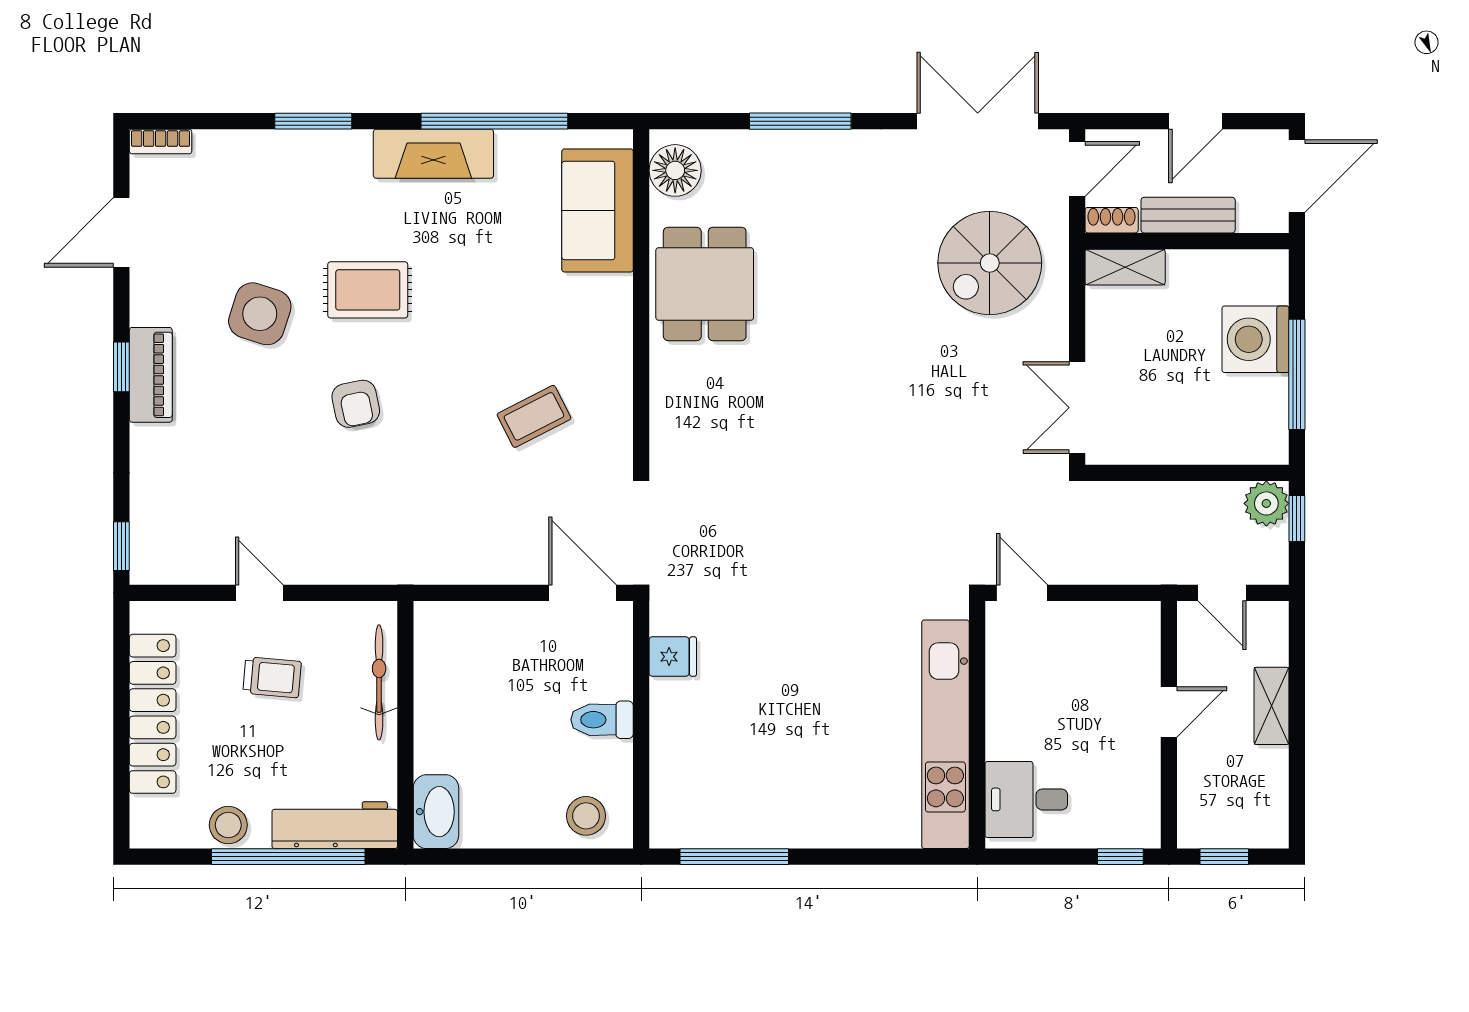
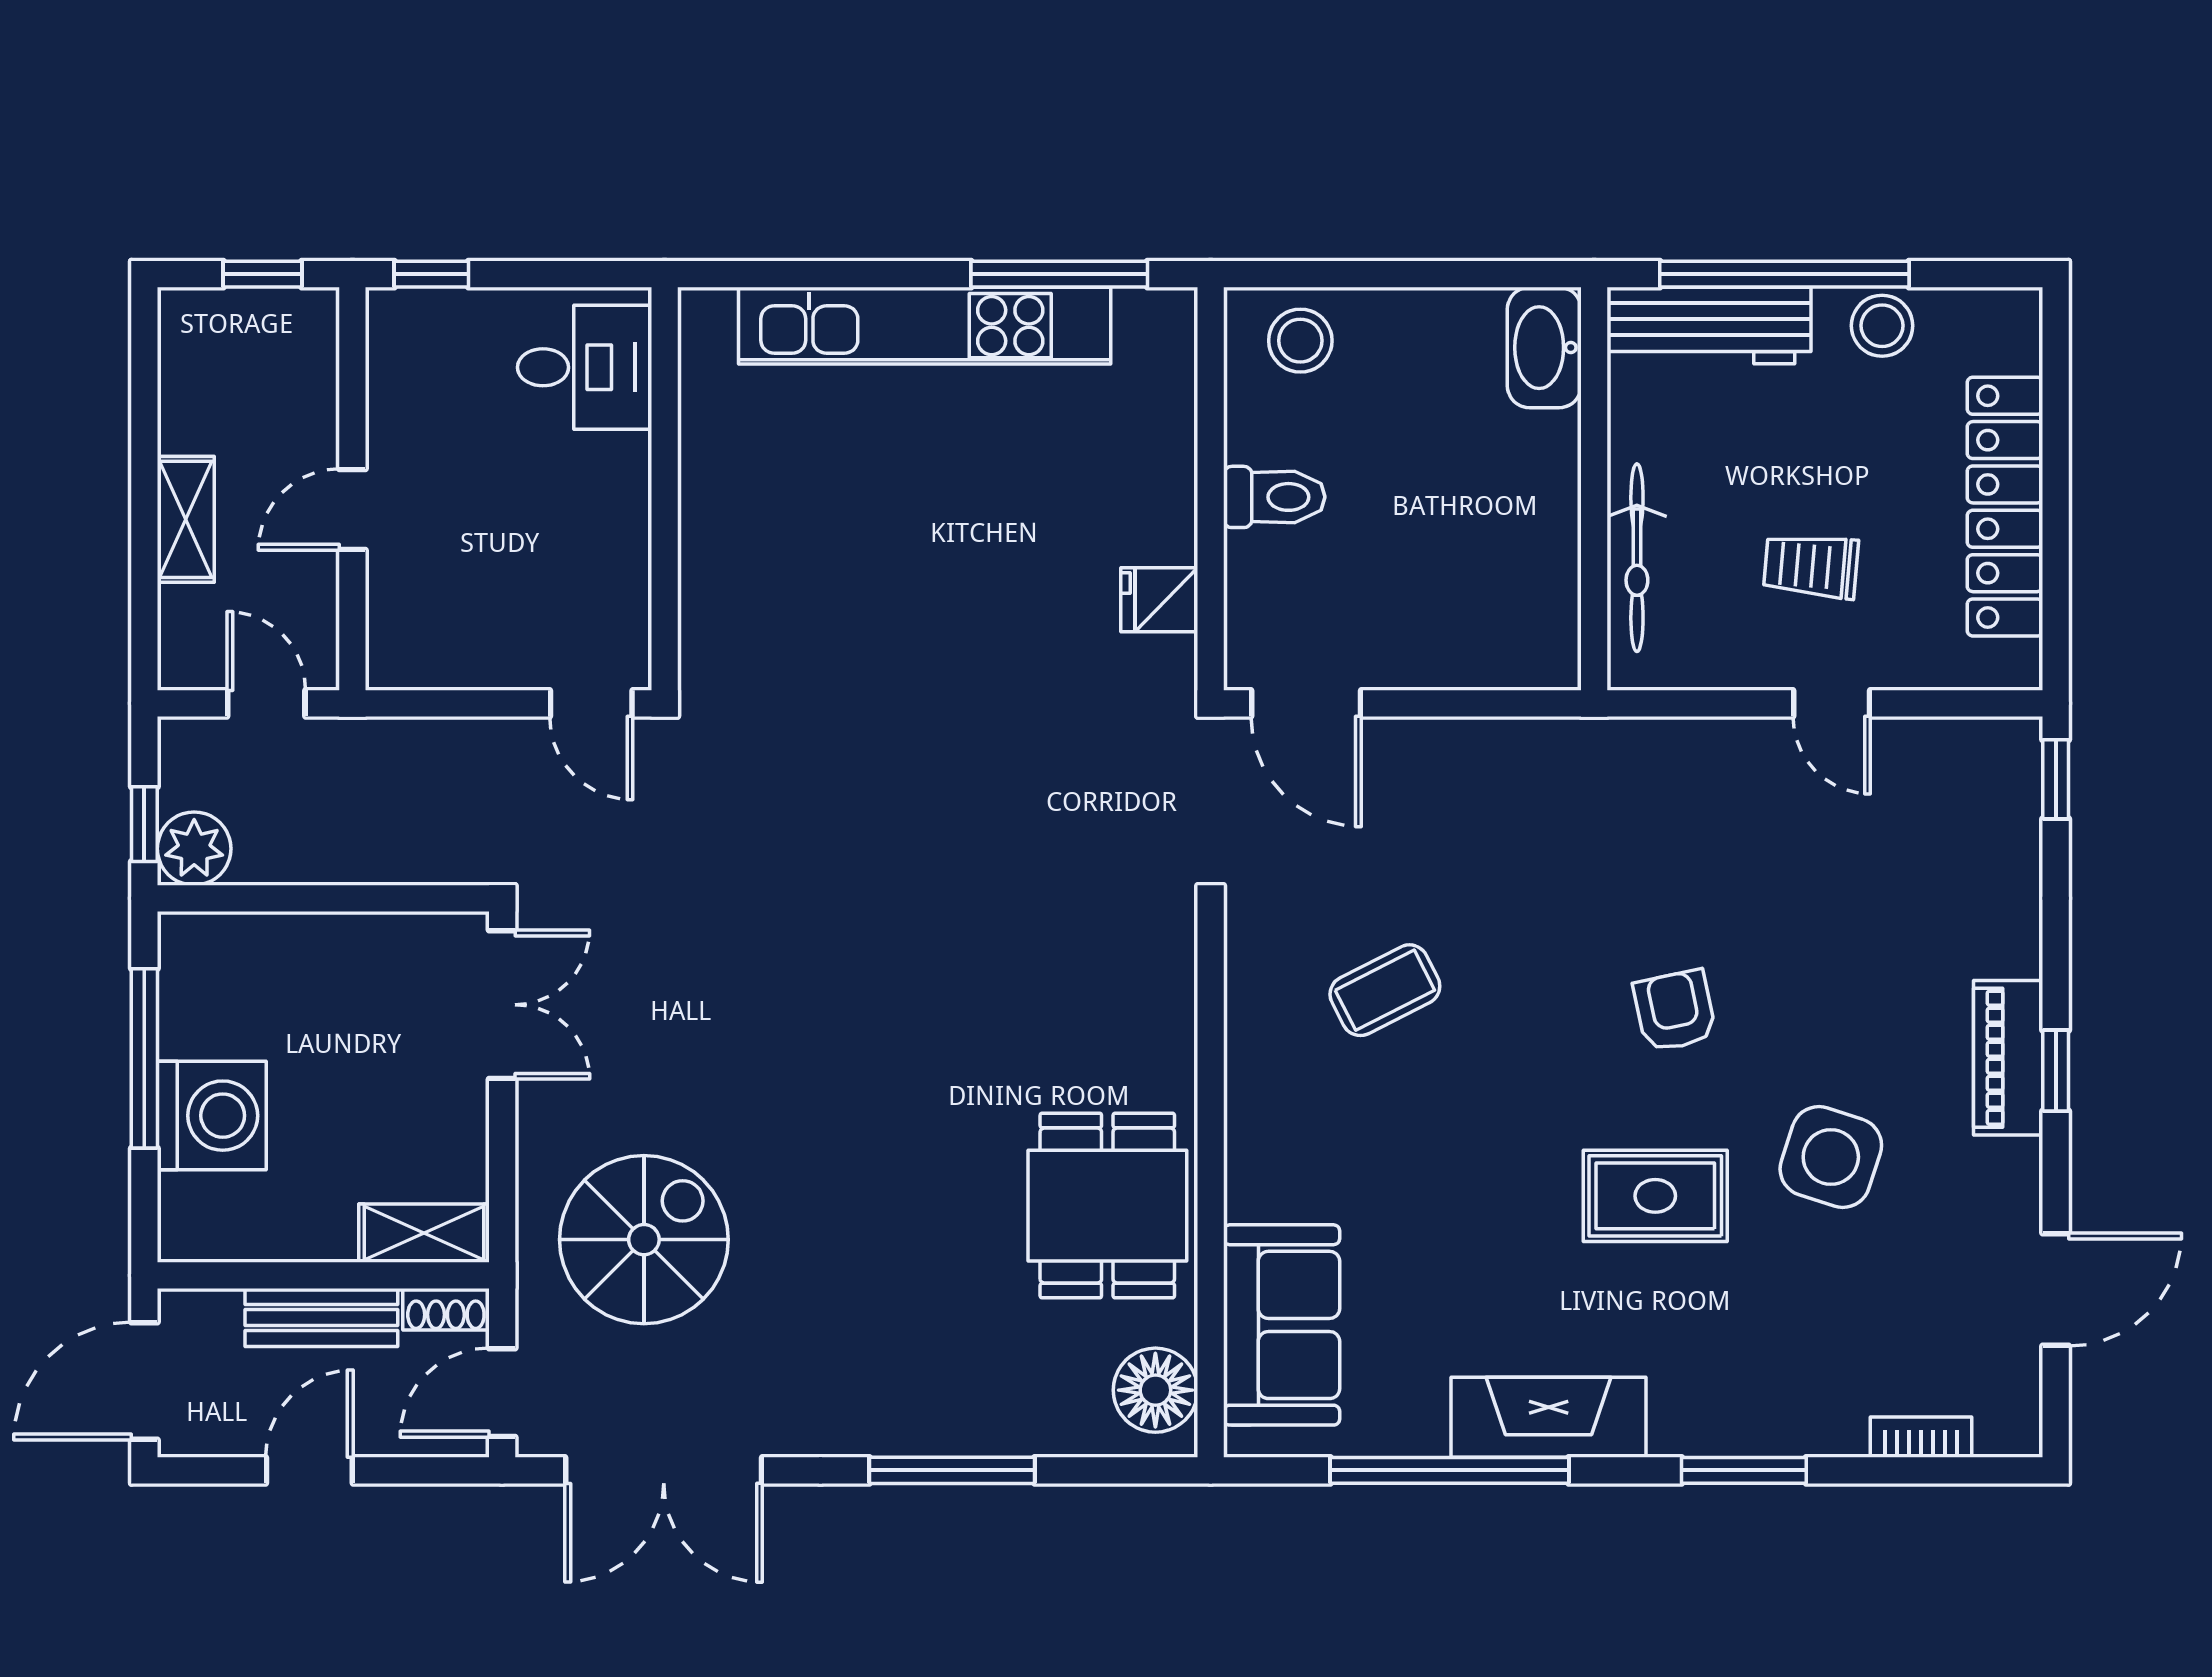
bookcase: (161, 142) -> (1921, 1437), moved
kitchen unit: (945, 734) -> (925, 326), moved, turned 90

